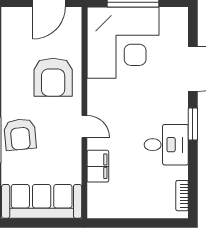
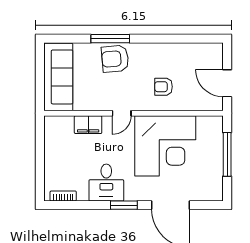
corner desk: (123, 43) -> (165, 146), moved, turned -90
armchair: (53, 77) -> (163, 87), width x0.53, depth x0.53

